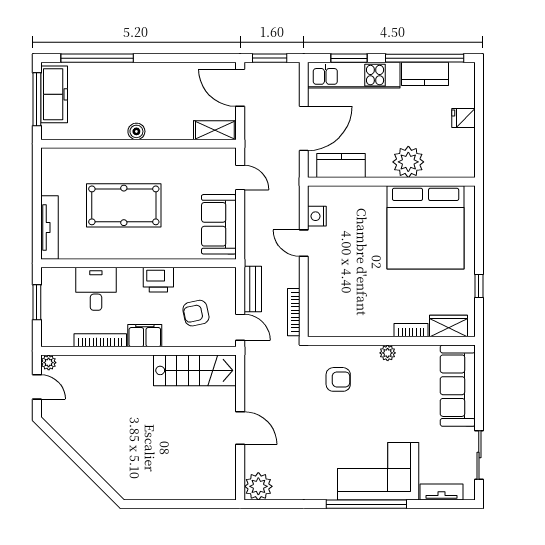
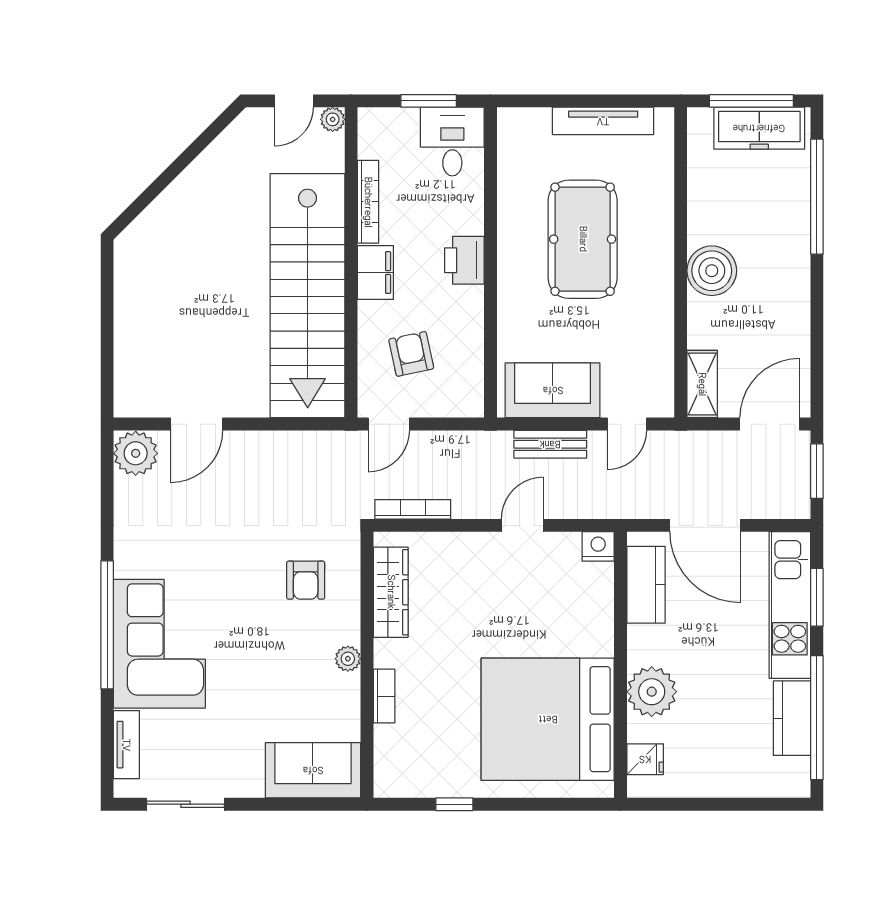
fridge: (463, 118) -> (645, 759), moved, turned 90
boiler: (136, 131) -> (712, 271), width x1.86, depth x1.86
nightstand: (317, 216) -> (598, 546), moved
tv unit: (50, 227) -> (603, 121), moved
printer: (158, 280) -> (464, 260), moved
desk: (96, 289) -> (452, 142), moved, turned -90
bench: (253, 289) -> (550, 444), moved
wardrobe: (448, 326) -> (391, 592), moved, width x1.50
stairs: (195, 370) -> (308, 296), width x1.86, depth x1.51
sofa: (458, 386) -> (313, 770), width x0.73
door: (240, 428) -> (197, 424), moved

